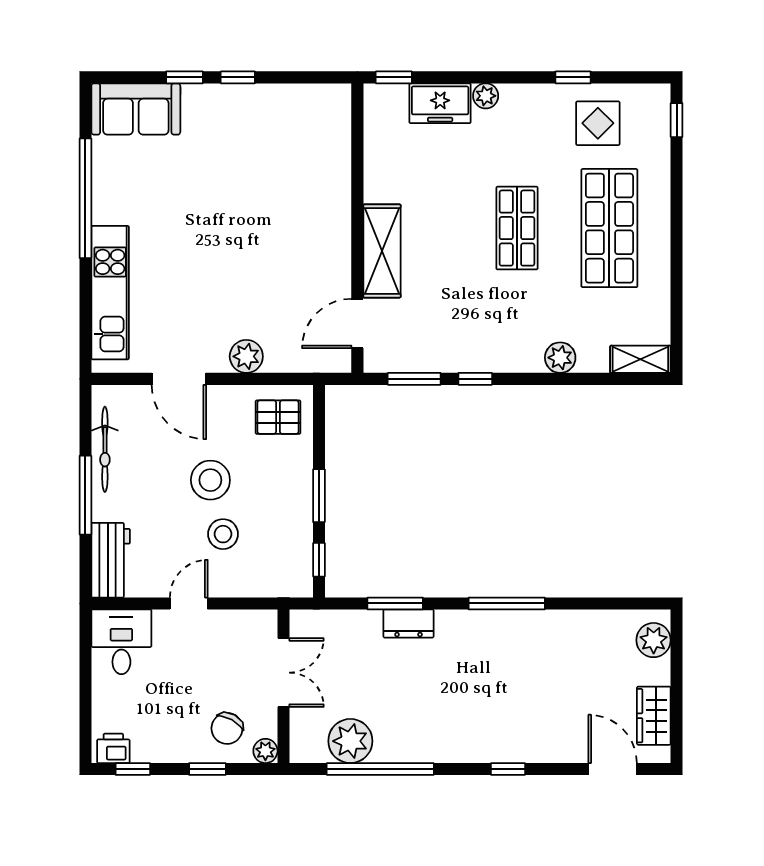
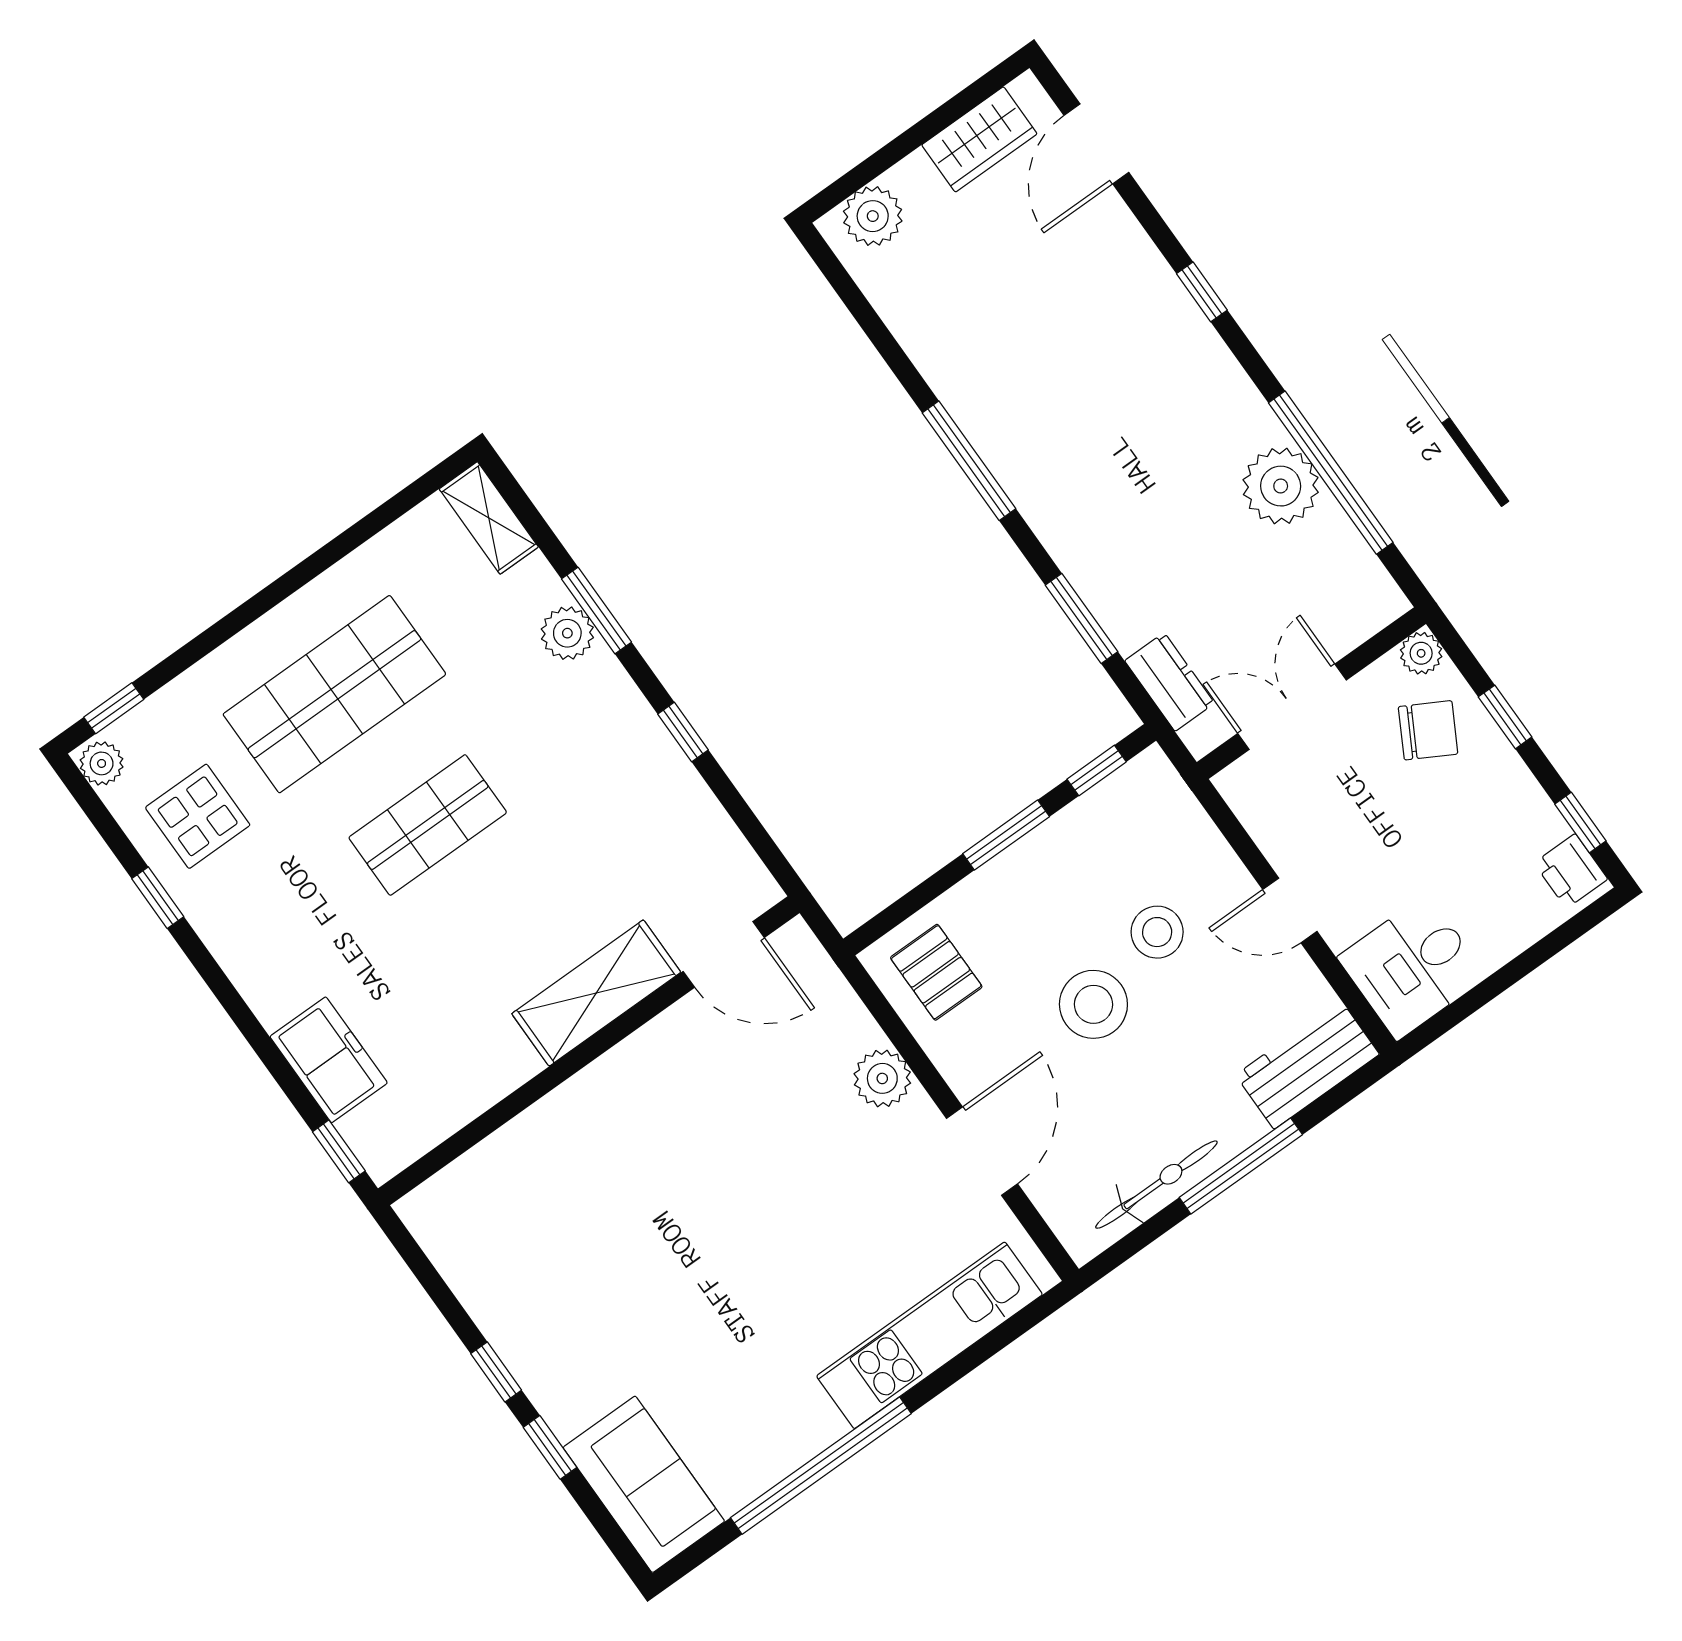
plant: (486, 96) -> (102, 763), moved
window: (414, 379) -> (596, 611), moved
dresser: (409, 623) -> (1170, 682), moved
plant: (350, 741) -> (1281, 486), moved

